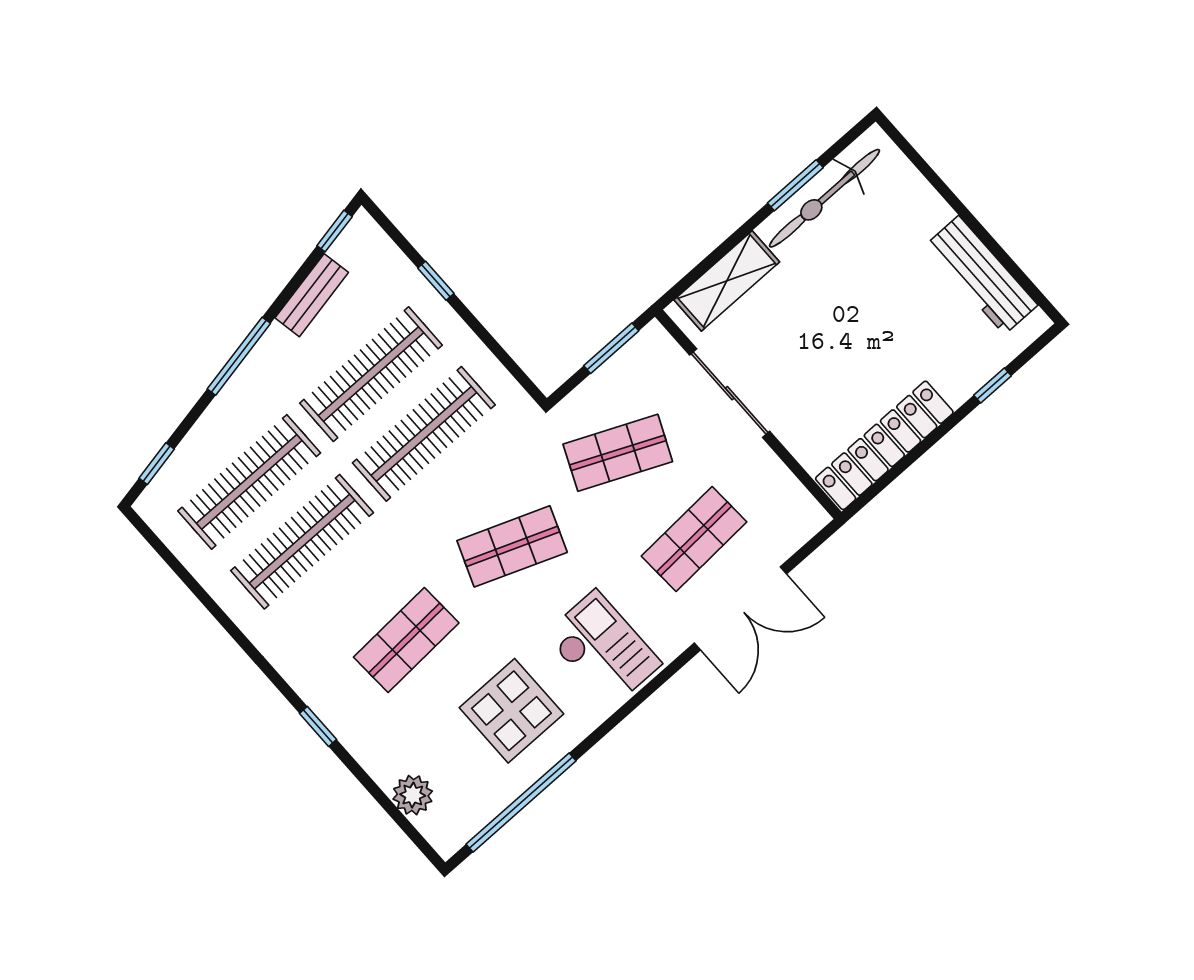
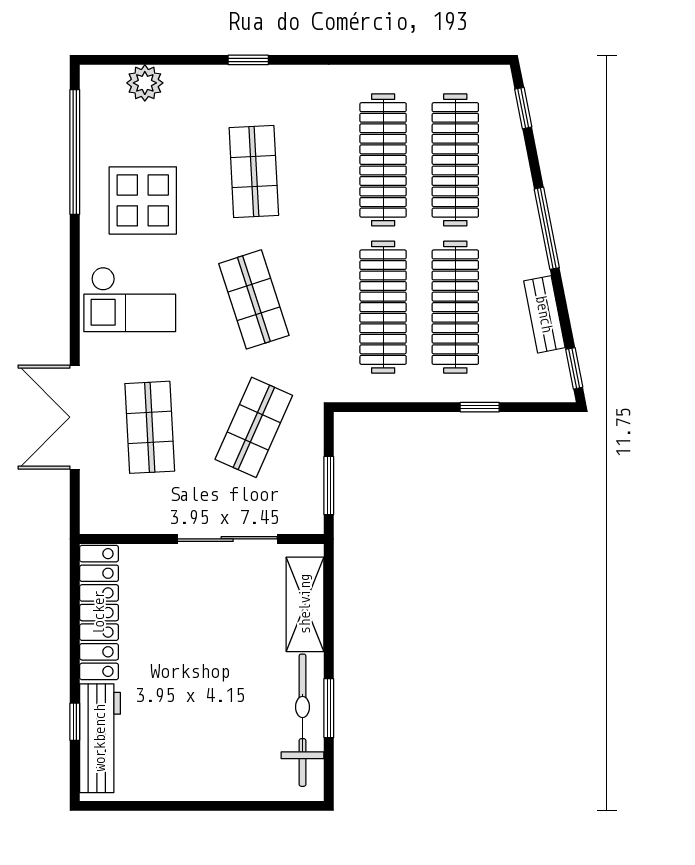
workbench: (982, 275) -> (100, 738), moved, turned 90
shop shelf: (512, 546) -> (254, 299), turned -39

